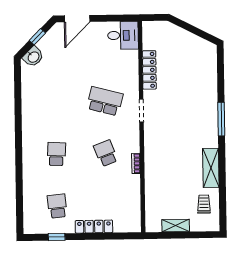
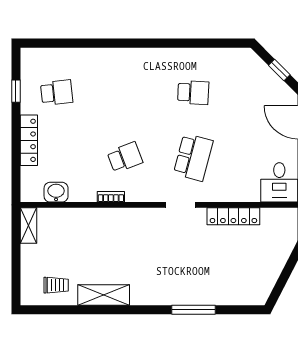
washbasin: (33, 57) -> (56, 192), moved, turned 135
window: (221, 119) -> (193, 310), moved
school desk: (56, 154) -> (193, 93), moved
shelving: (176, 226) -> (29, 225), moved

